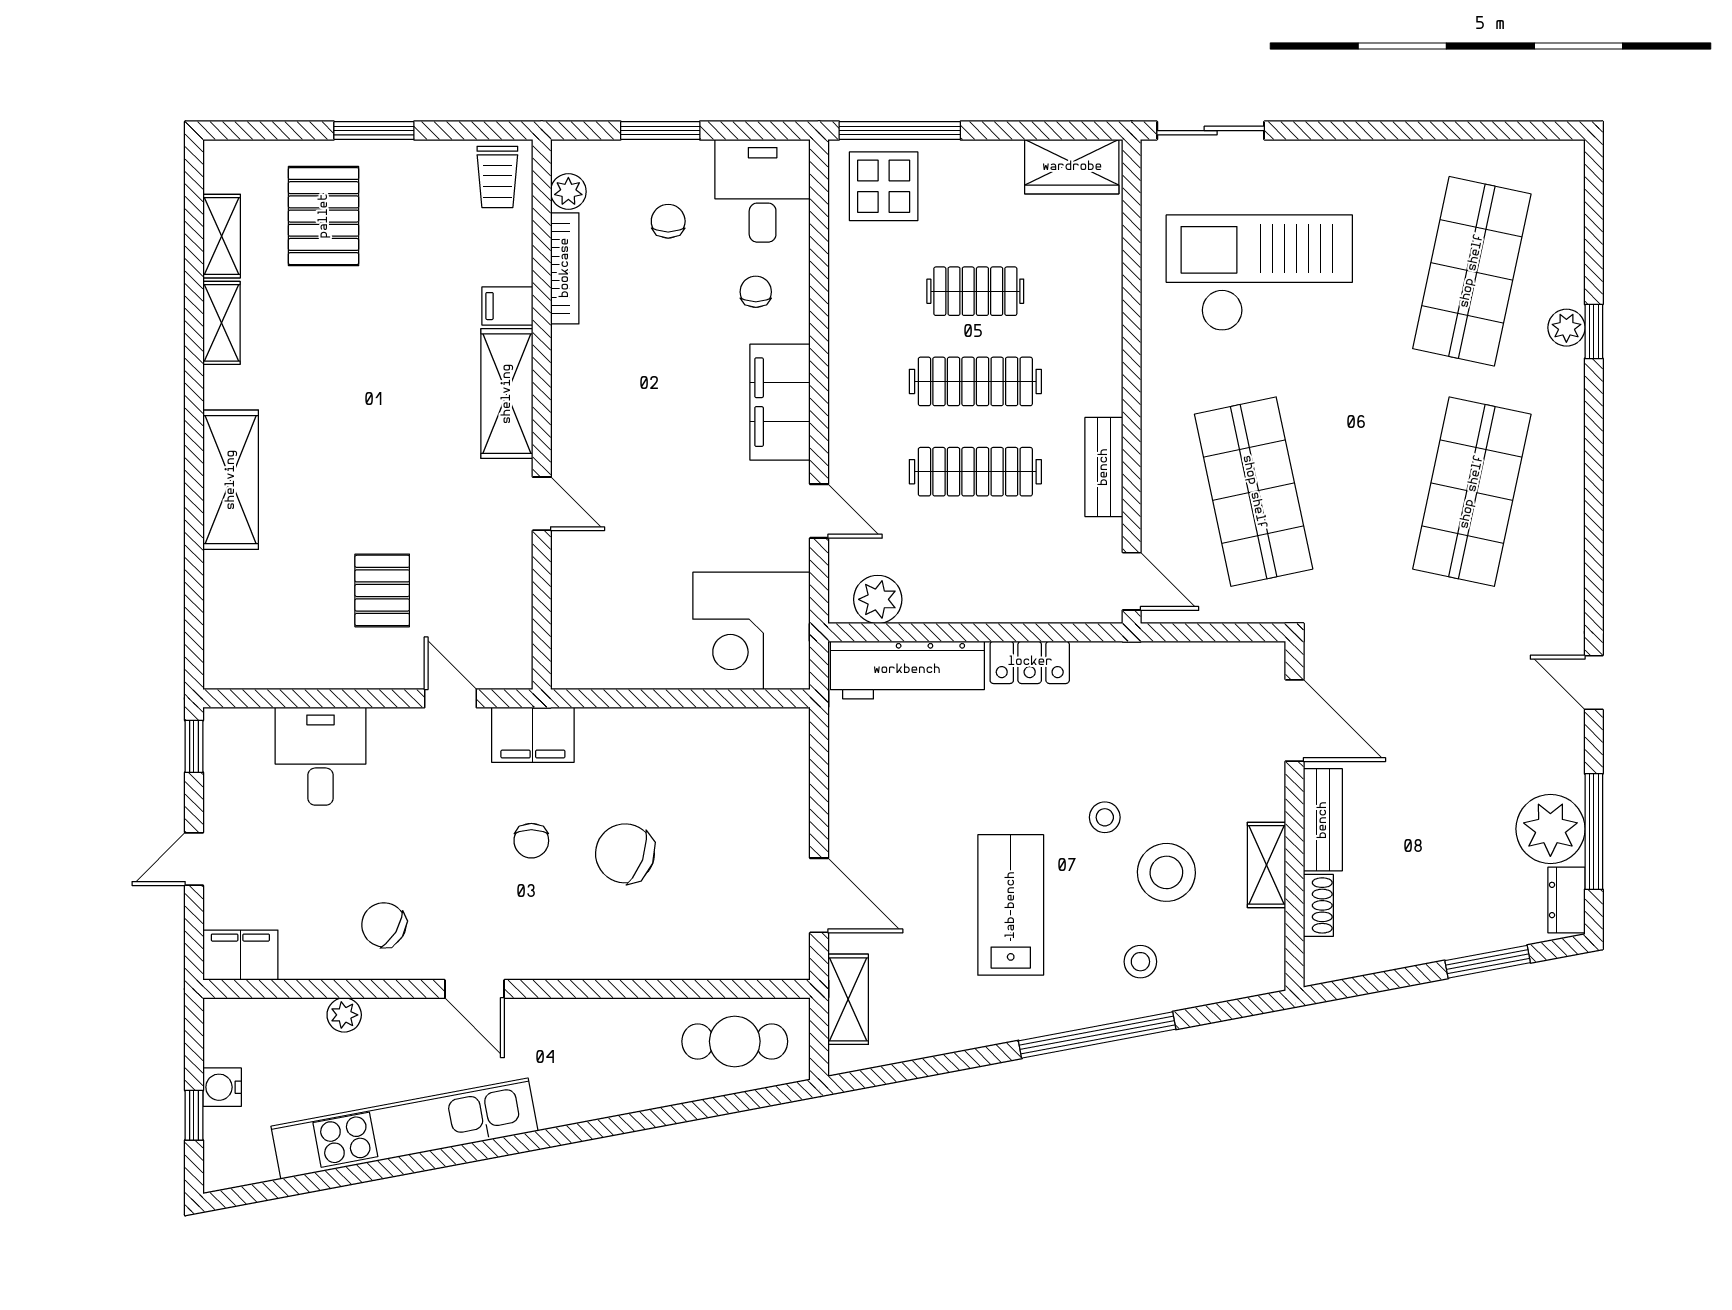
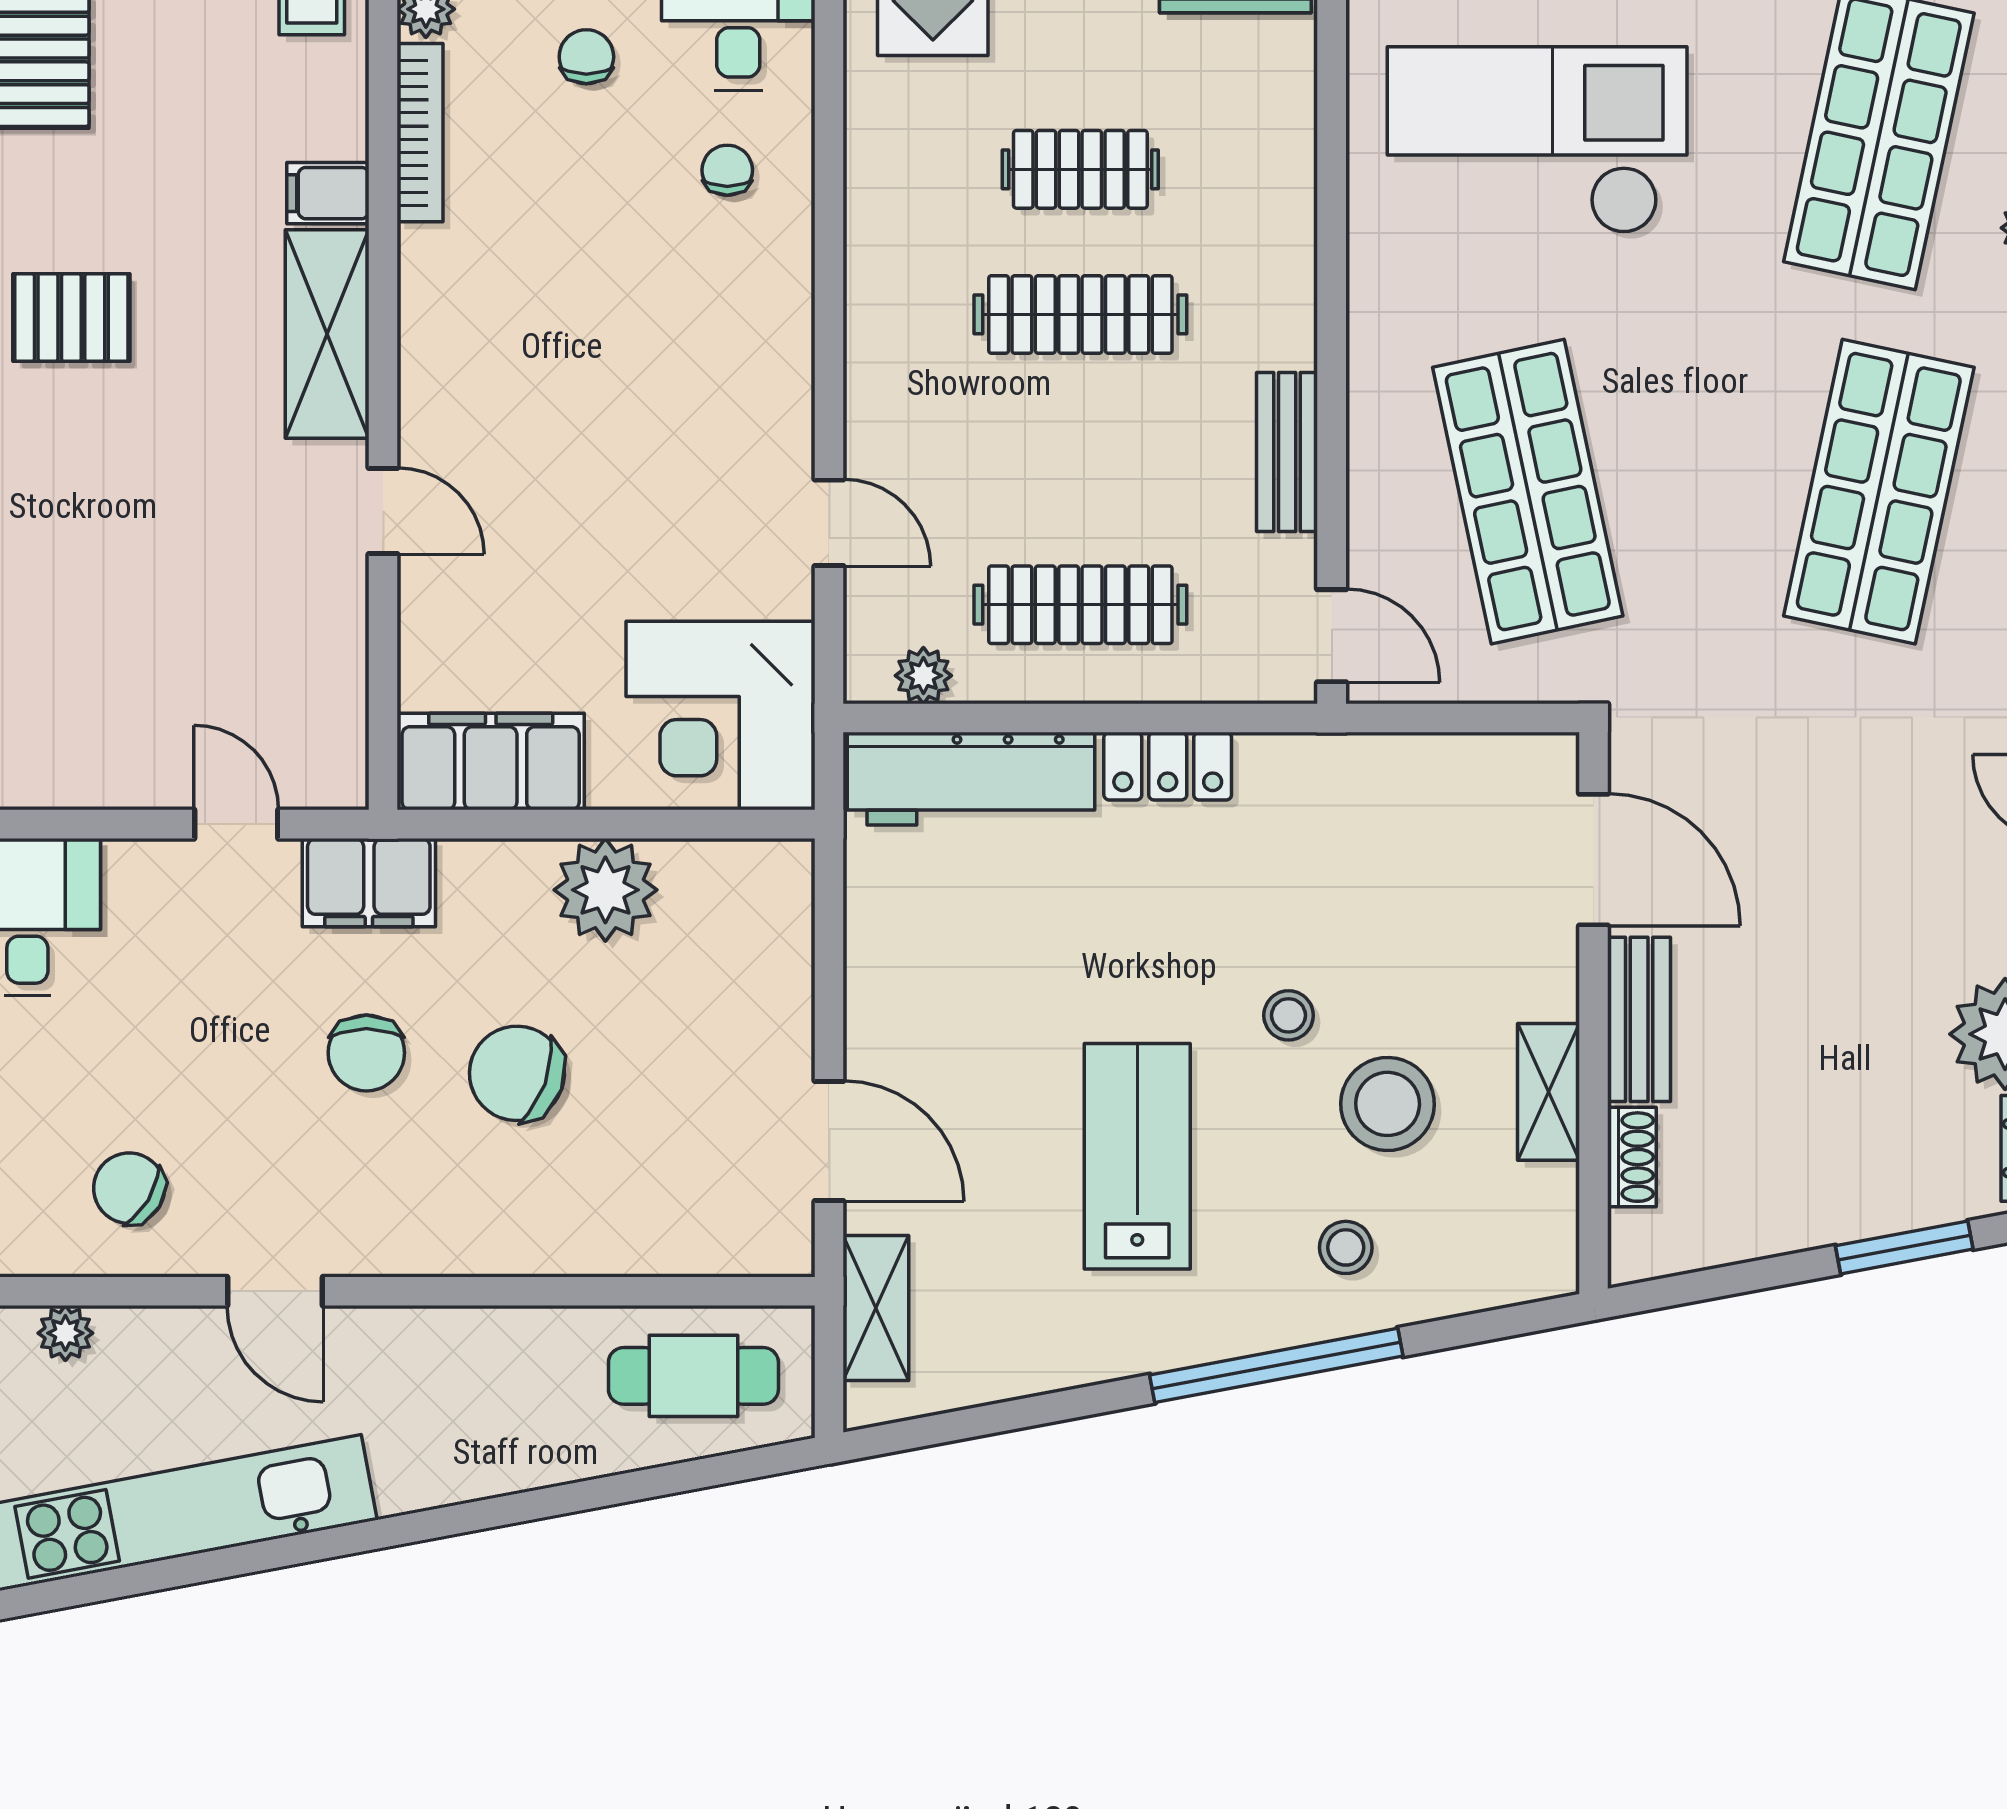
filing cabinet: (780, 402) -> (491, 762), moved, turned 90
clothes rail: (975, 472) -> (1080, 605), moved
pallet: (382, 590) -> (71, 318), moved, turned 90
plant: (878, 599) -> (923, 676), width x0.73, depth x0.73
plant: (680, 739) -> (605, 890), added
chair: (531, 841) -> (366, 1053), width x1.37, depth x1.37

